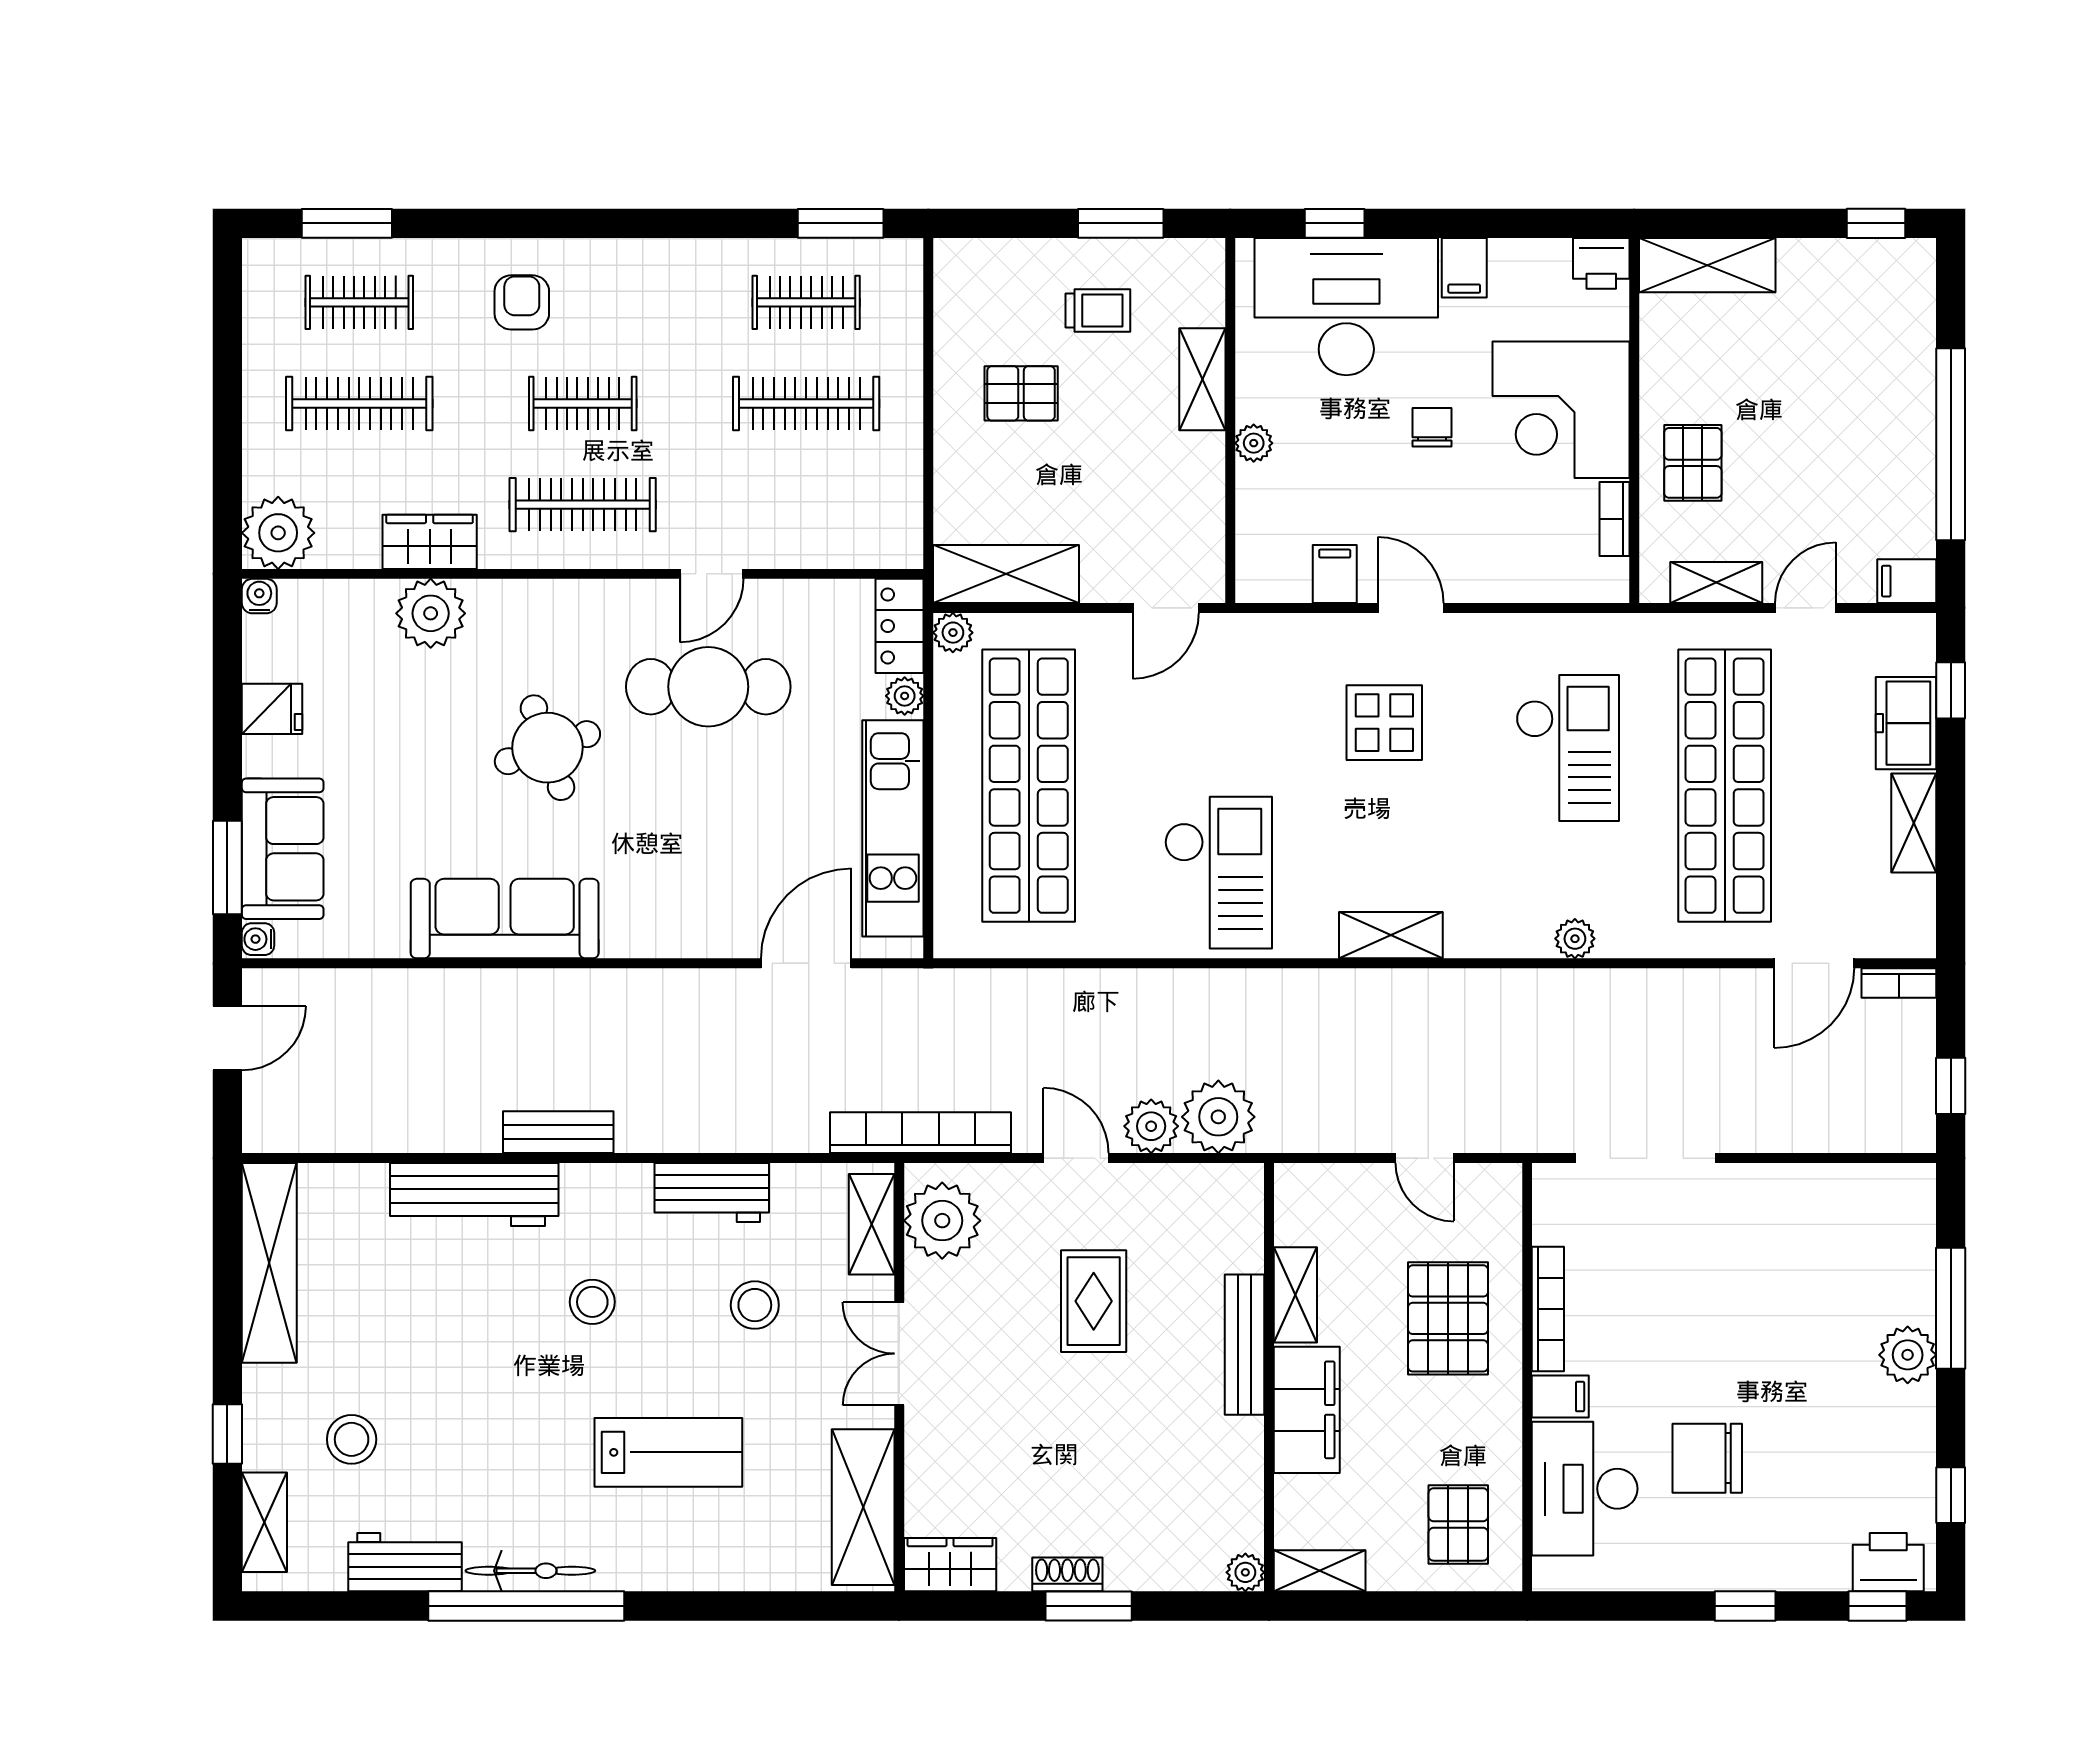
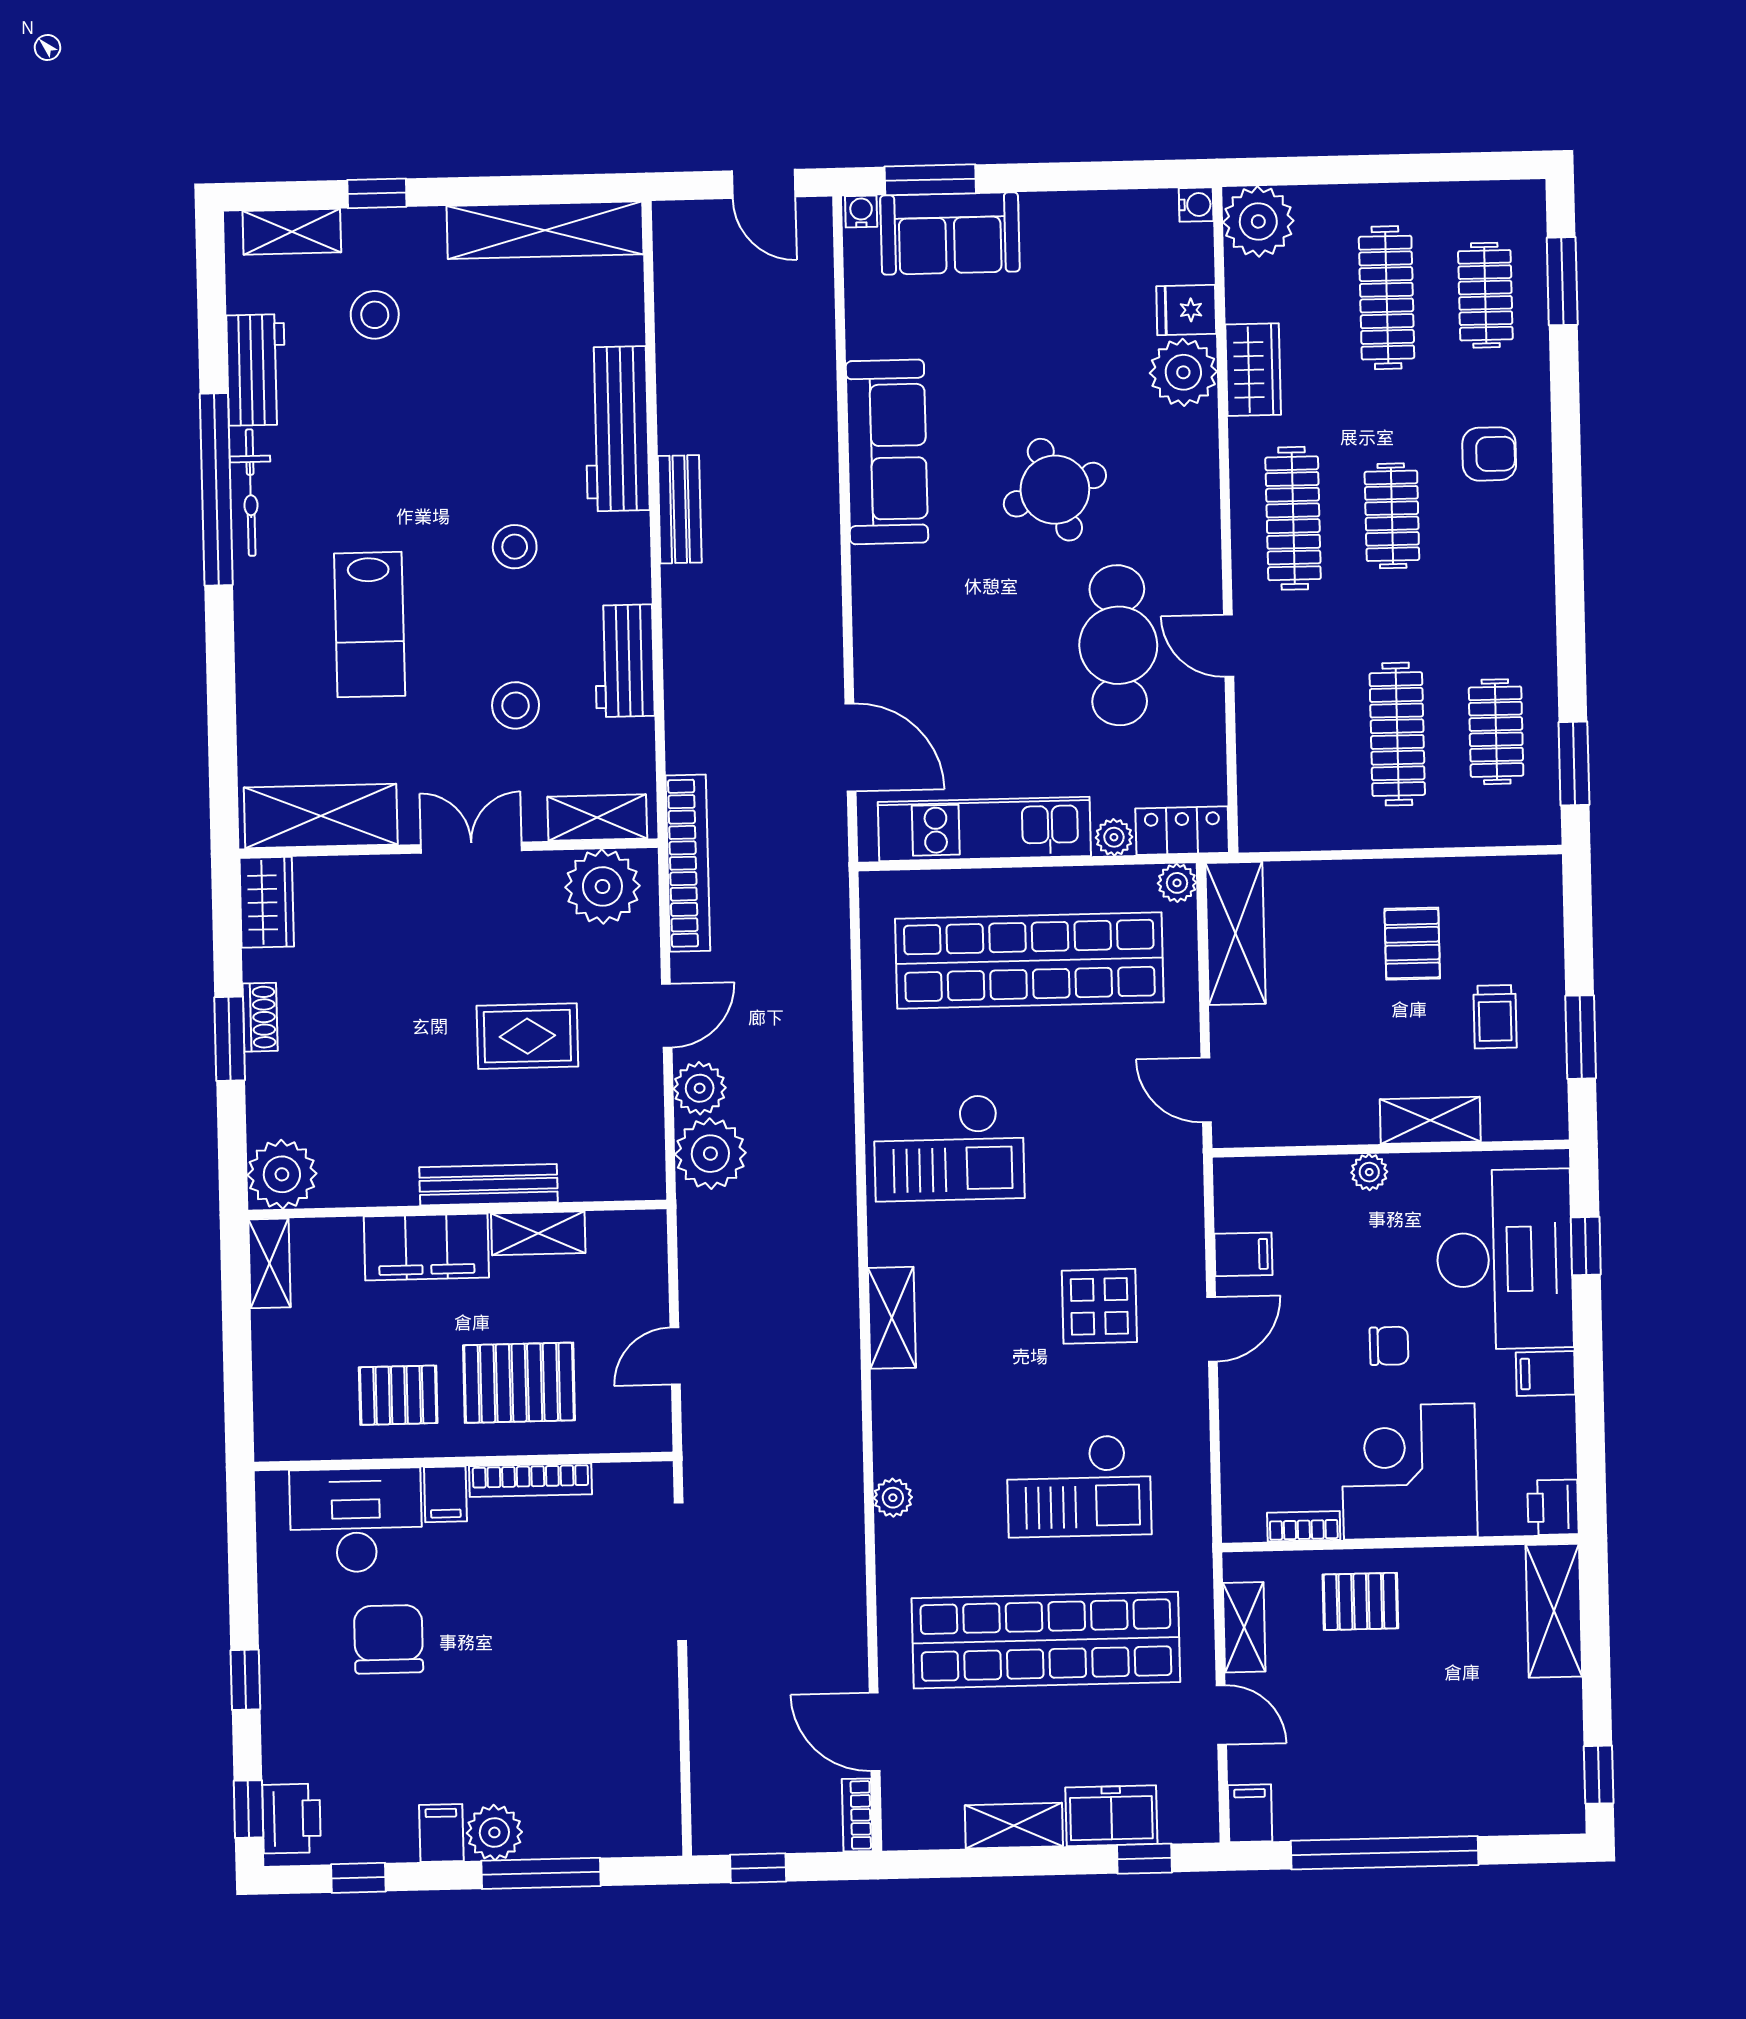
fridge: (272, 709) -> (1186, 310), moved, turned 90
filing cabinet: (1907, 1409) -> (441, 1833), added
pallet: (1458, 1524) -> (398, 1395), moved
plant: (1245, 1572) -> (282, 1174), width x1.88, depth x1.88

